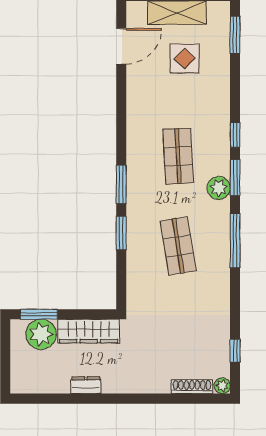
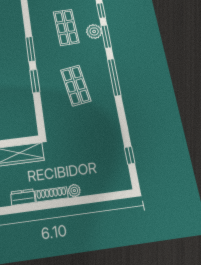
plant: (219, 188) -> (94, 31), moved
plant: (222, 386) -> (74, 191), moved
shoe rack: (192, 387) -> (51, 194), moved

